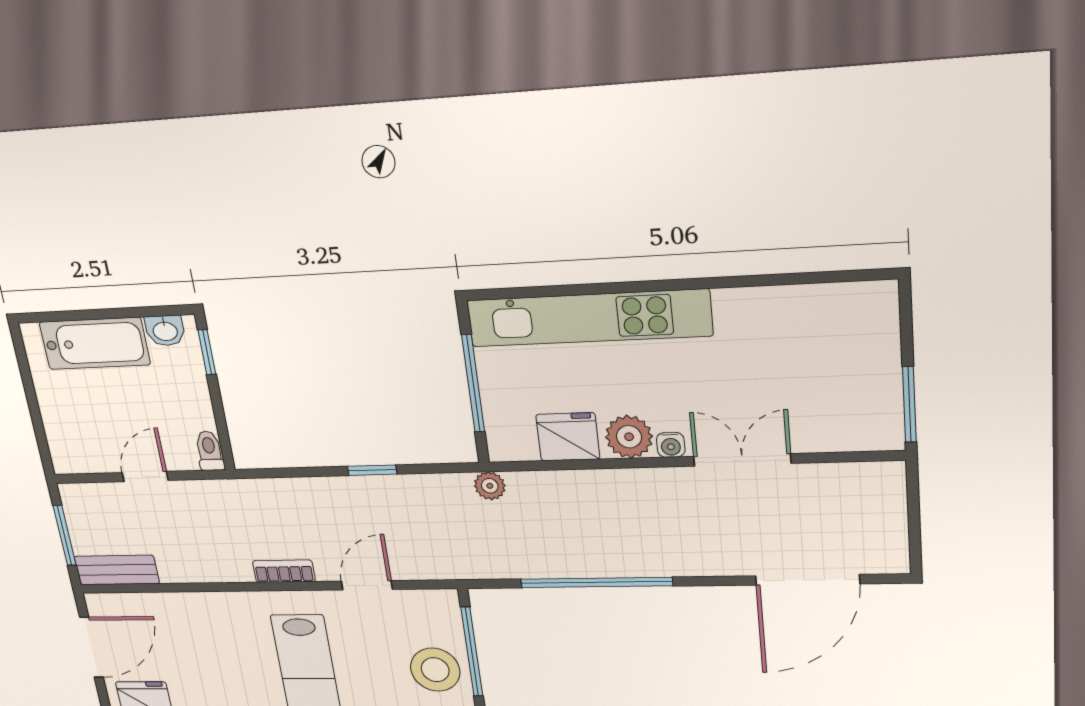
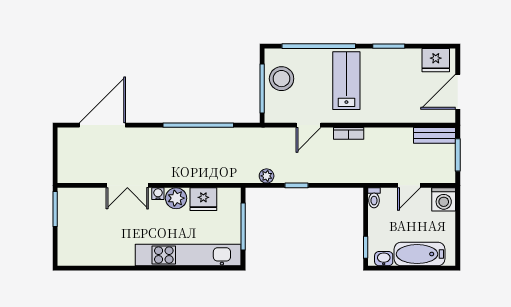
washing machine: (72, 452) -> (444, 199), added
plant: (490, 486) -> (267, 176), moved

